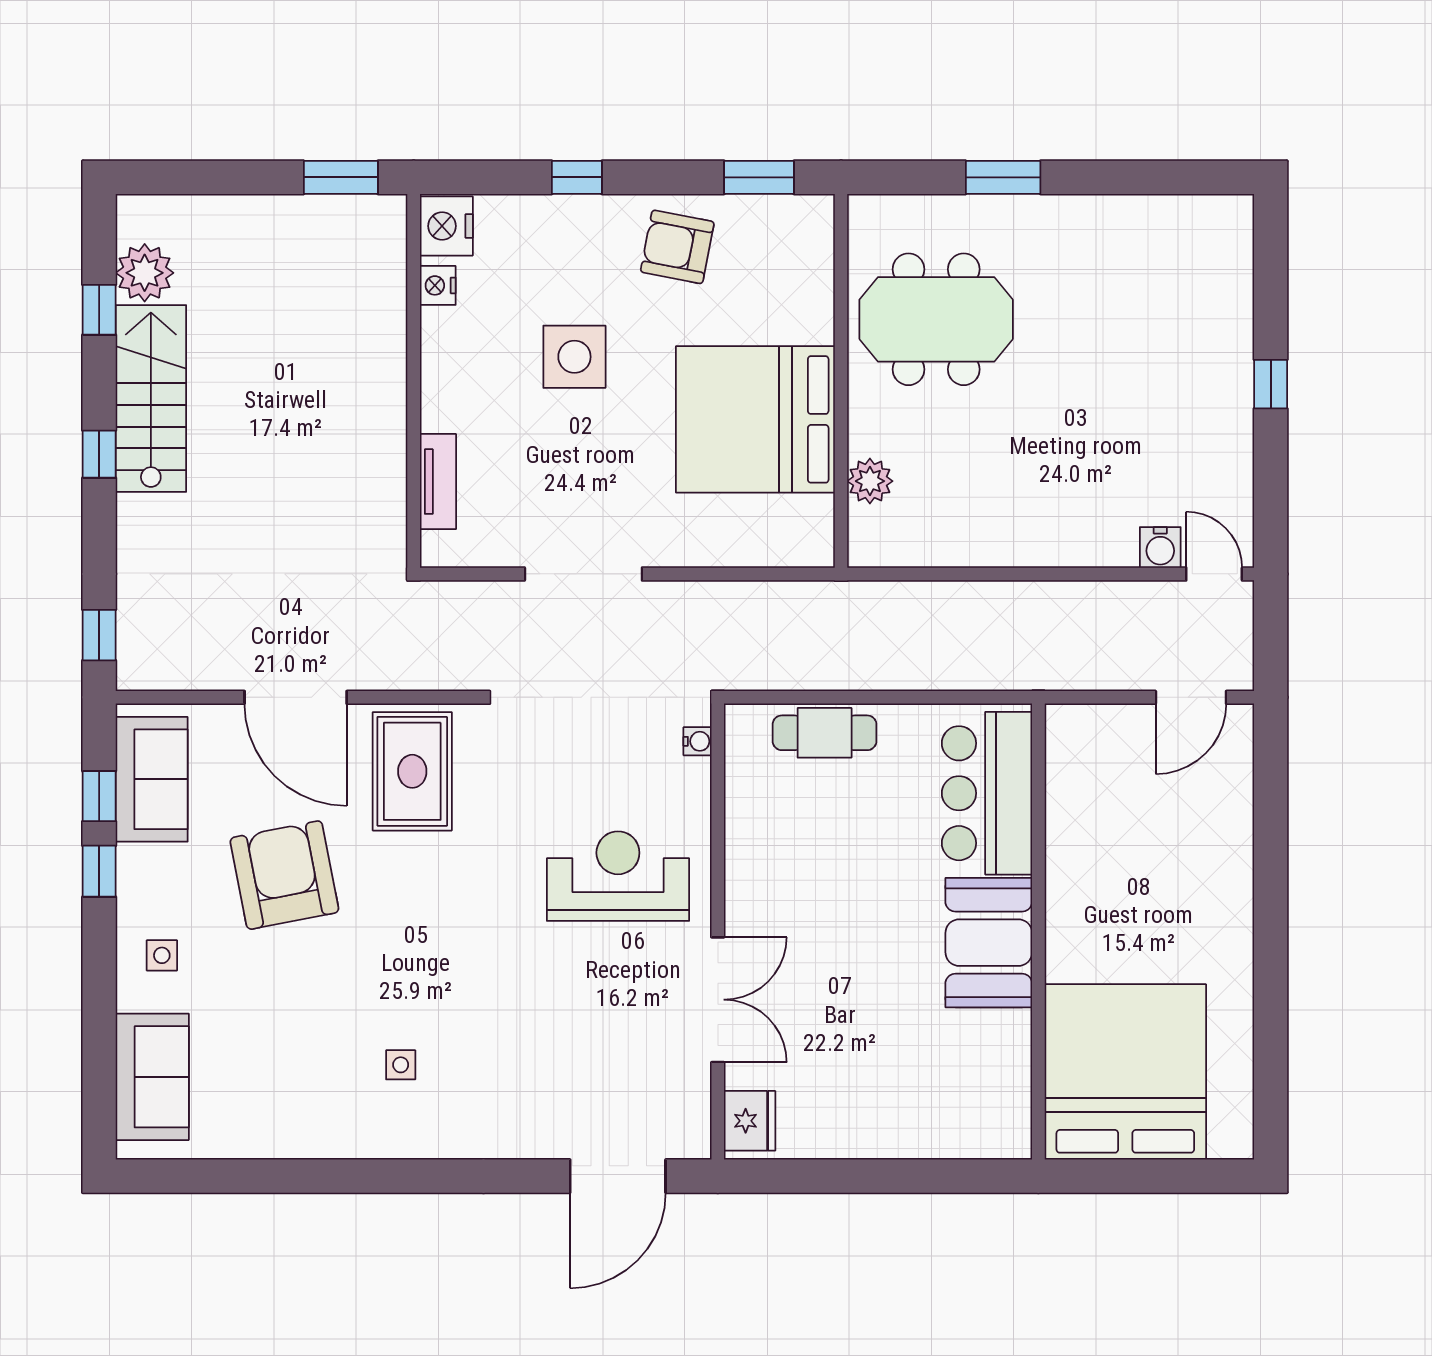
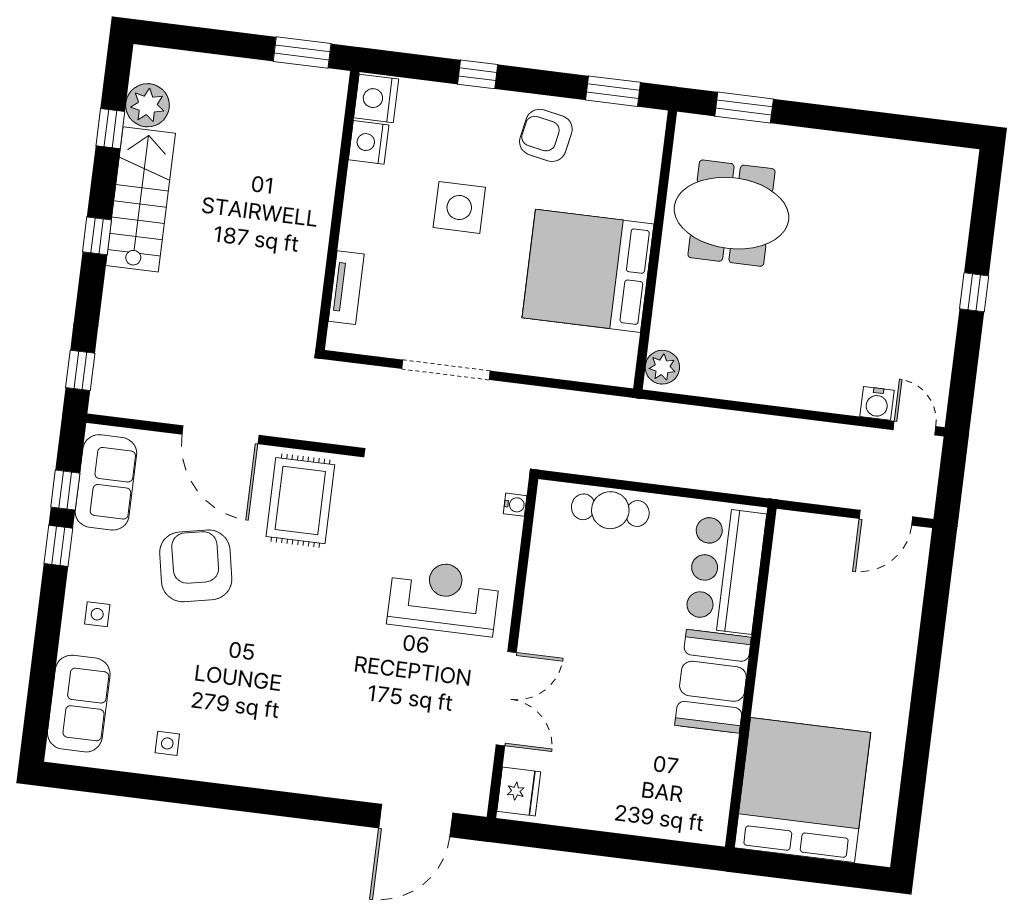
window: (1003, 177) -> (744, 108), moved
nightstand: (438, 285) -> (369, 142), width x1.36, depth x1.33
plant: (870, 481) -> (662, 367), moved
side table: (401, 1065) -> (167, 743), moved

